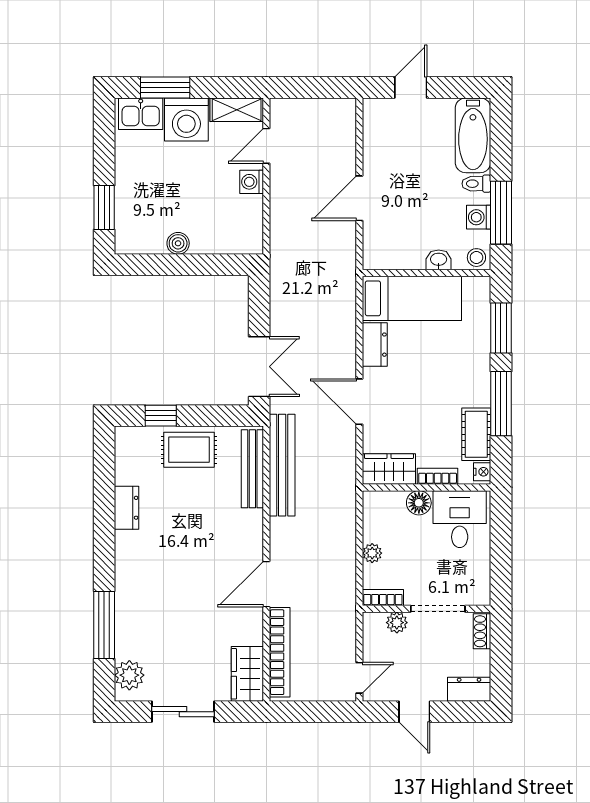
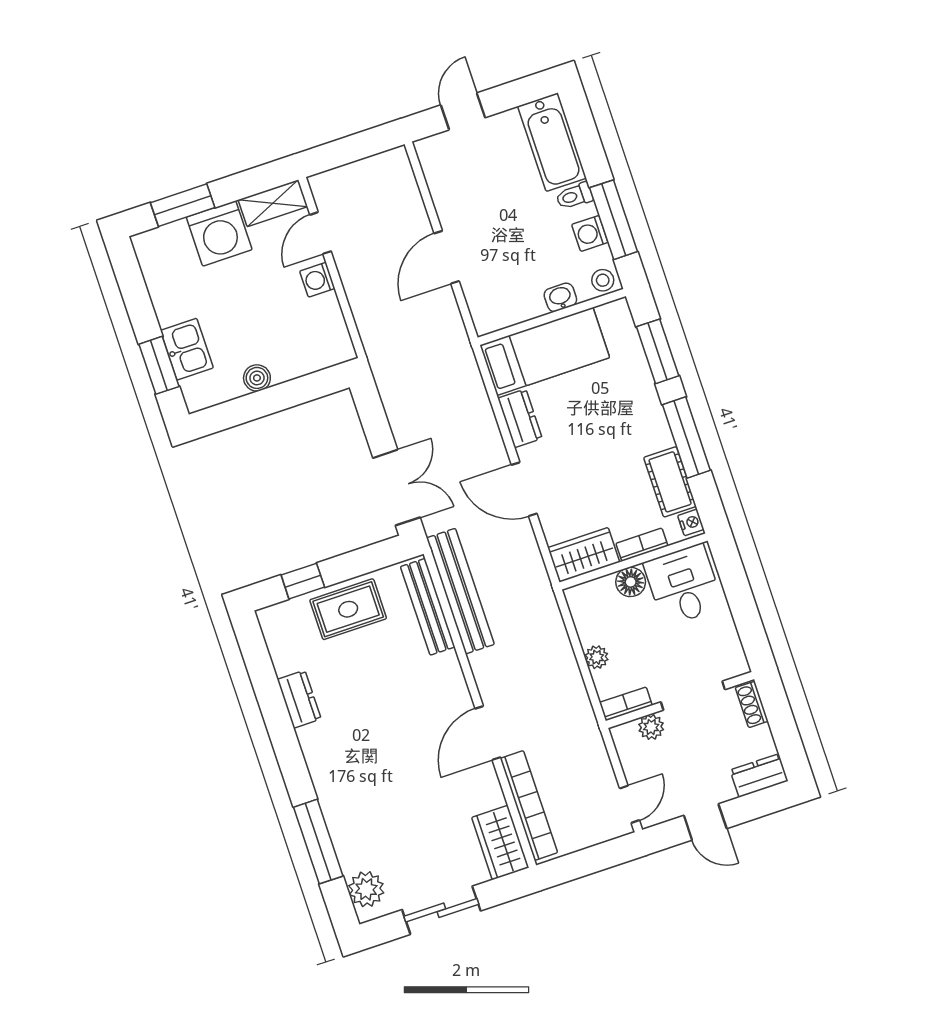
kitchen sink: (141, 114) -> (187, 349), moved, turned -90

